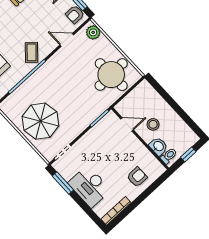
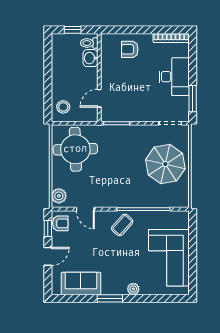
door: (127, 124) -> (99, 98), hinge flipped
stool: (153, 124) -> (63, 107), moved

